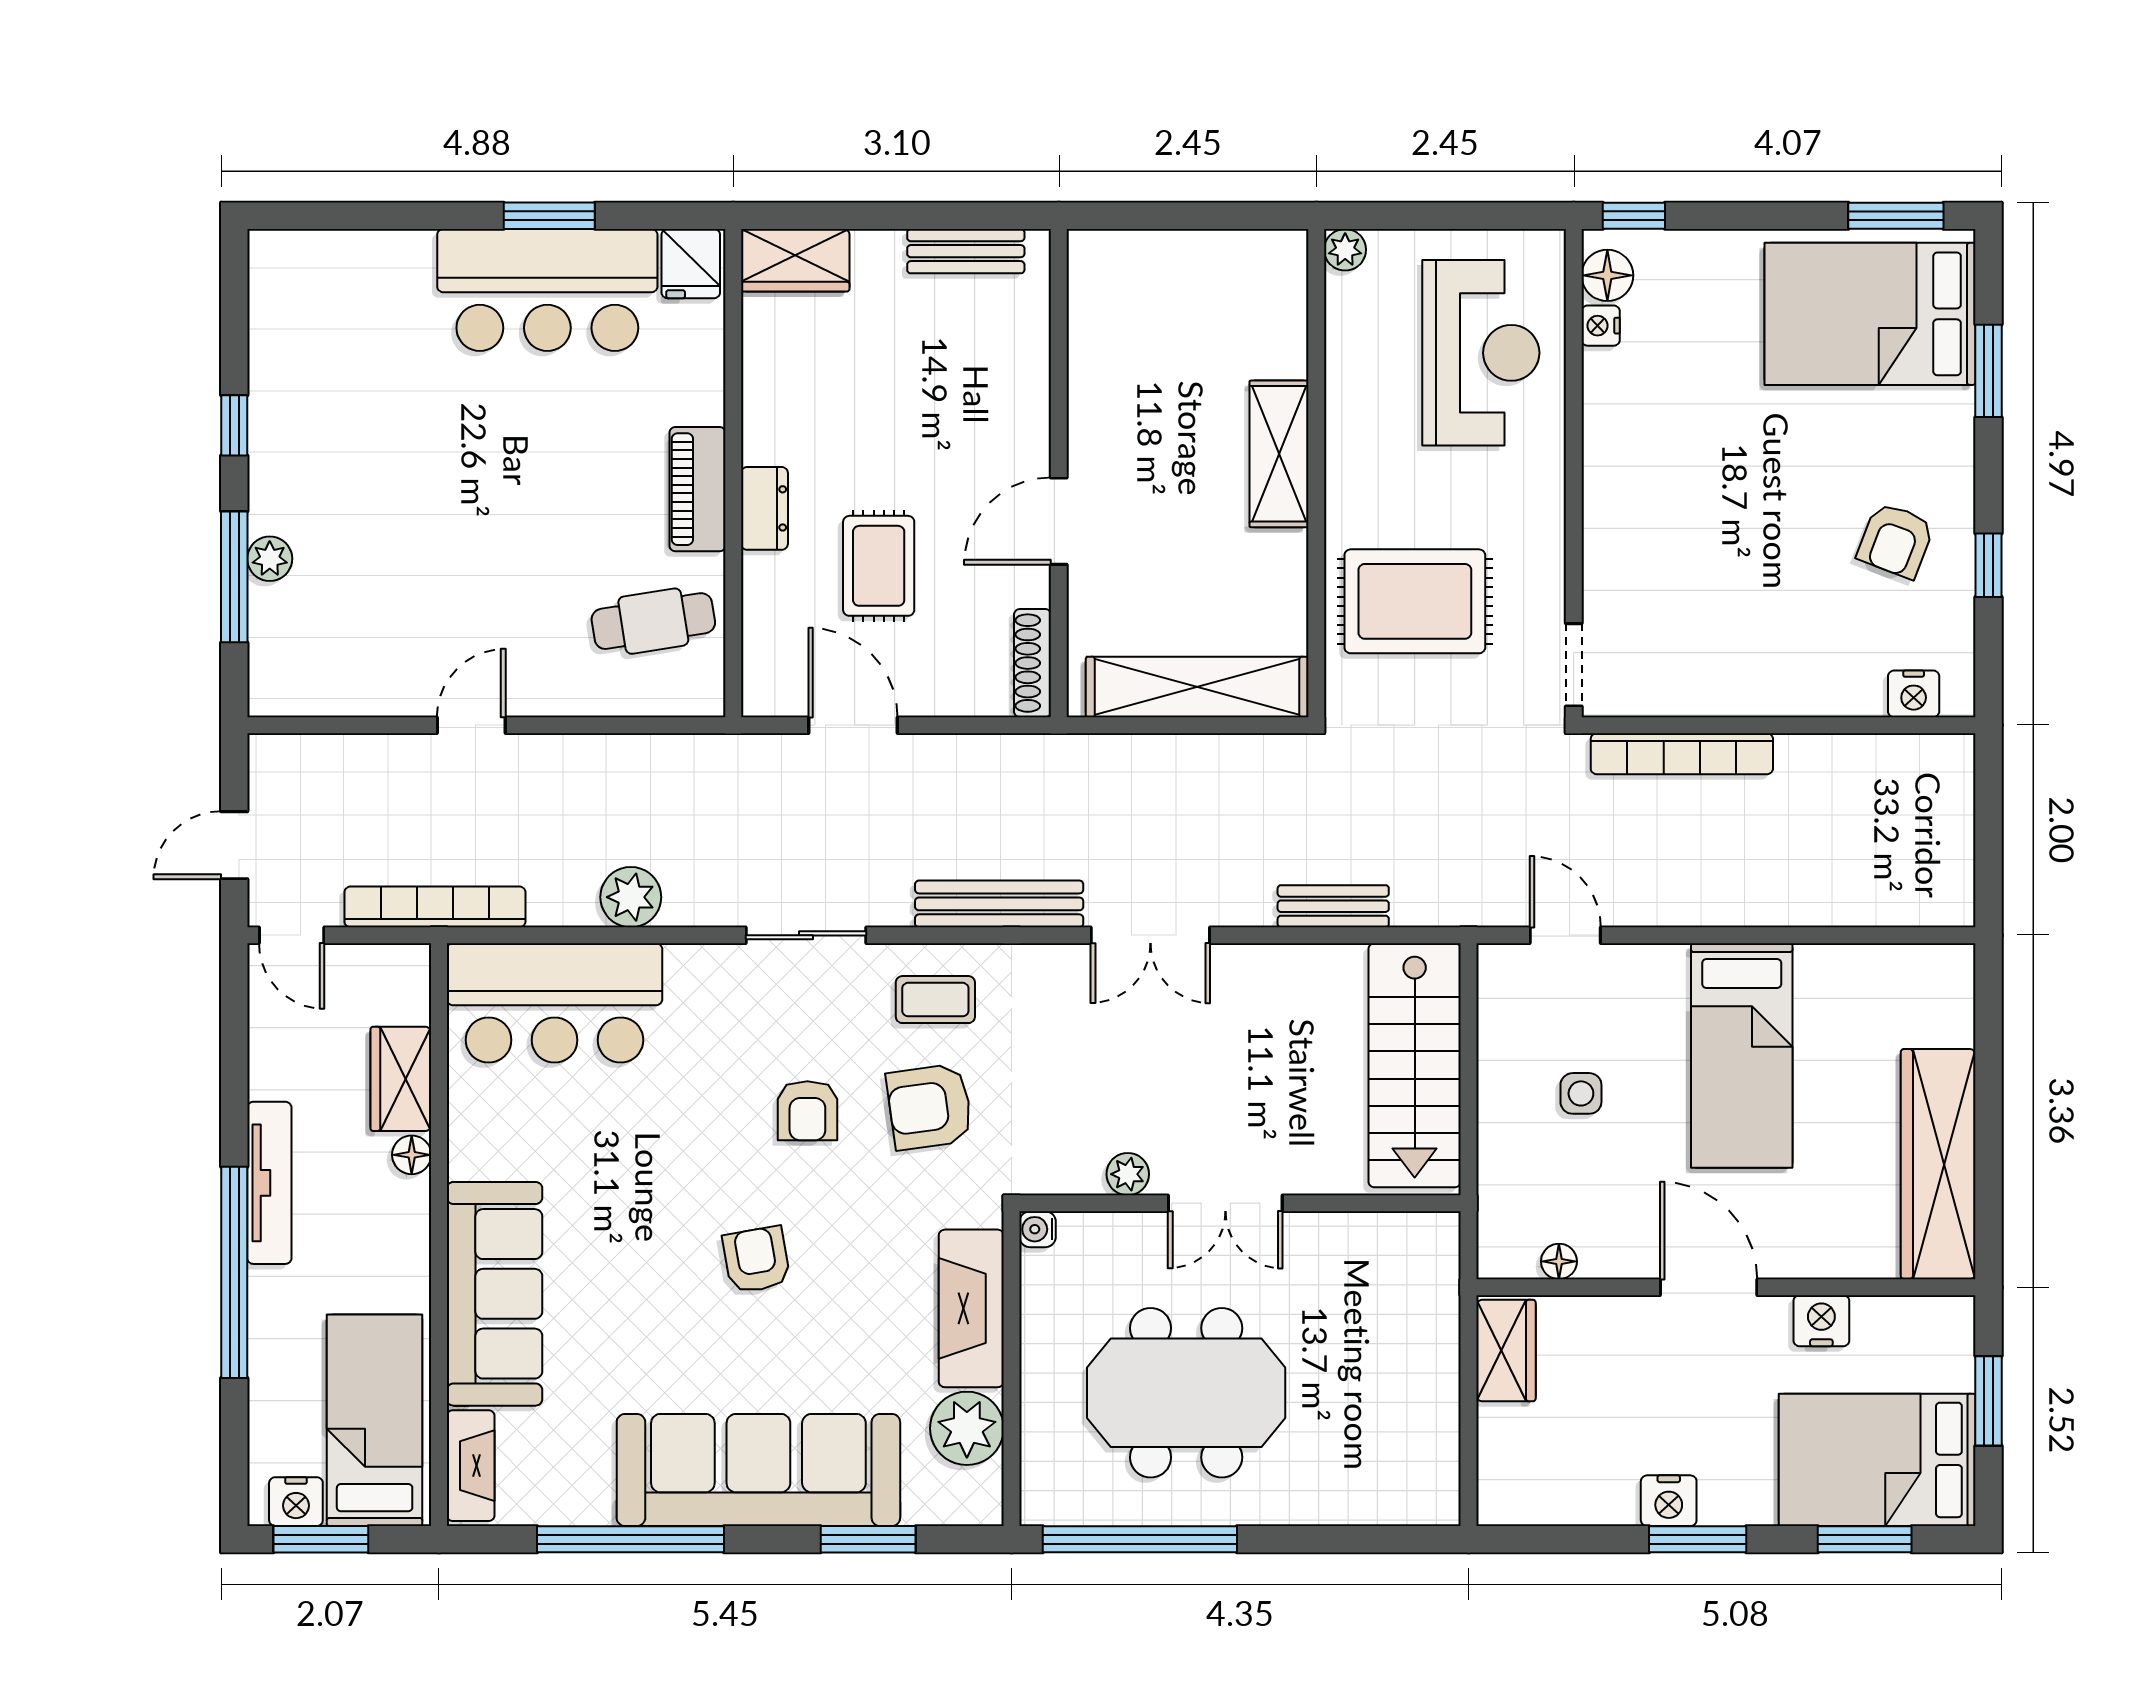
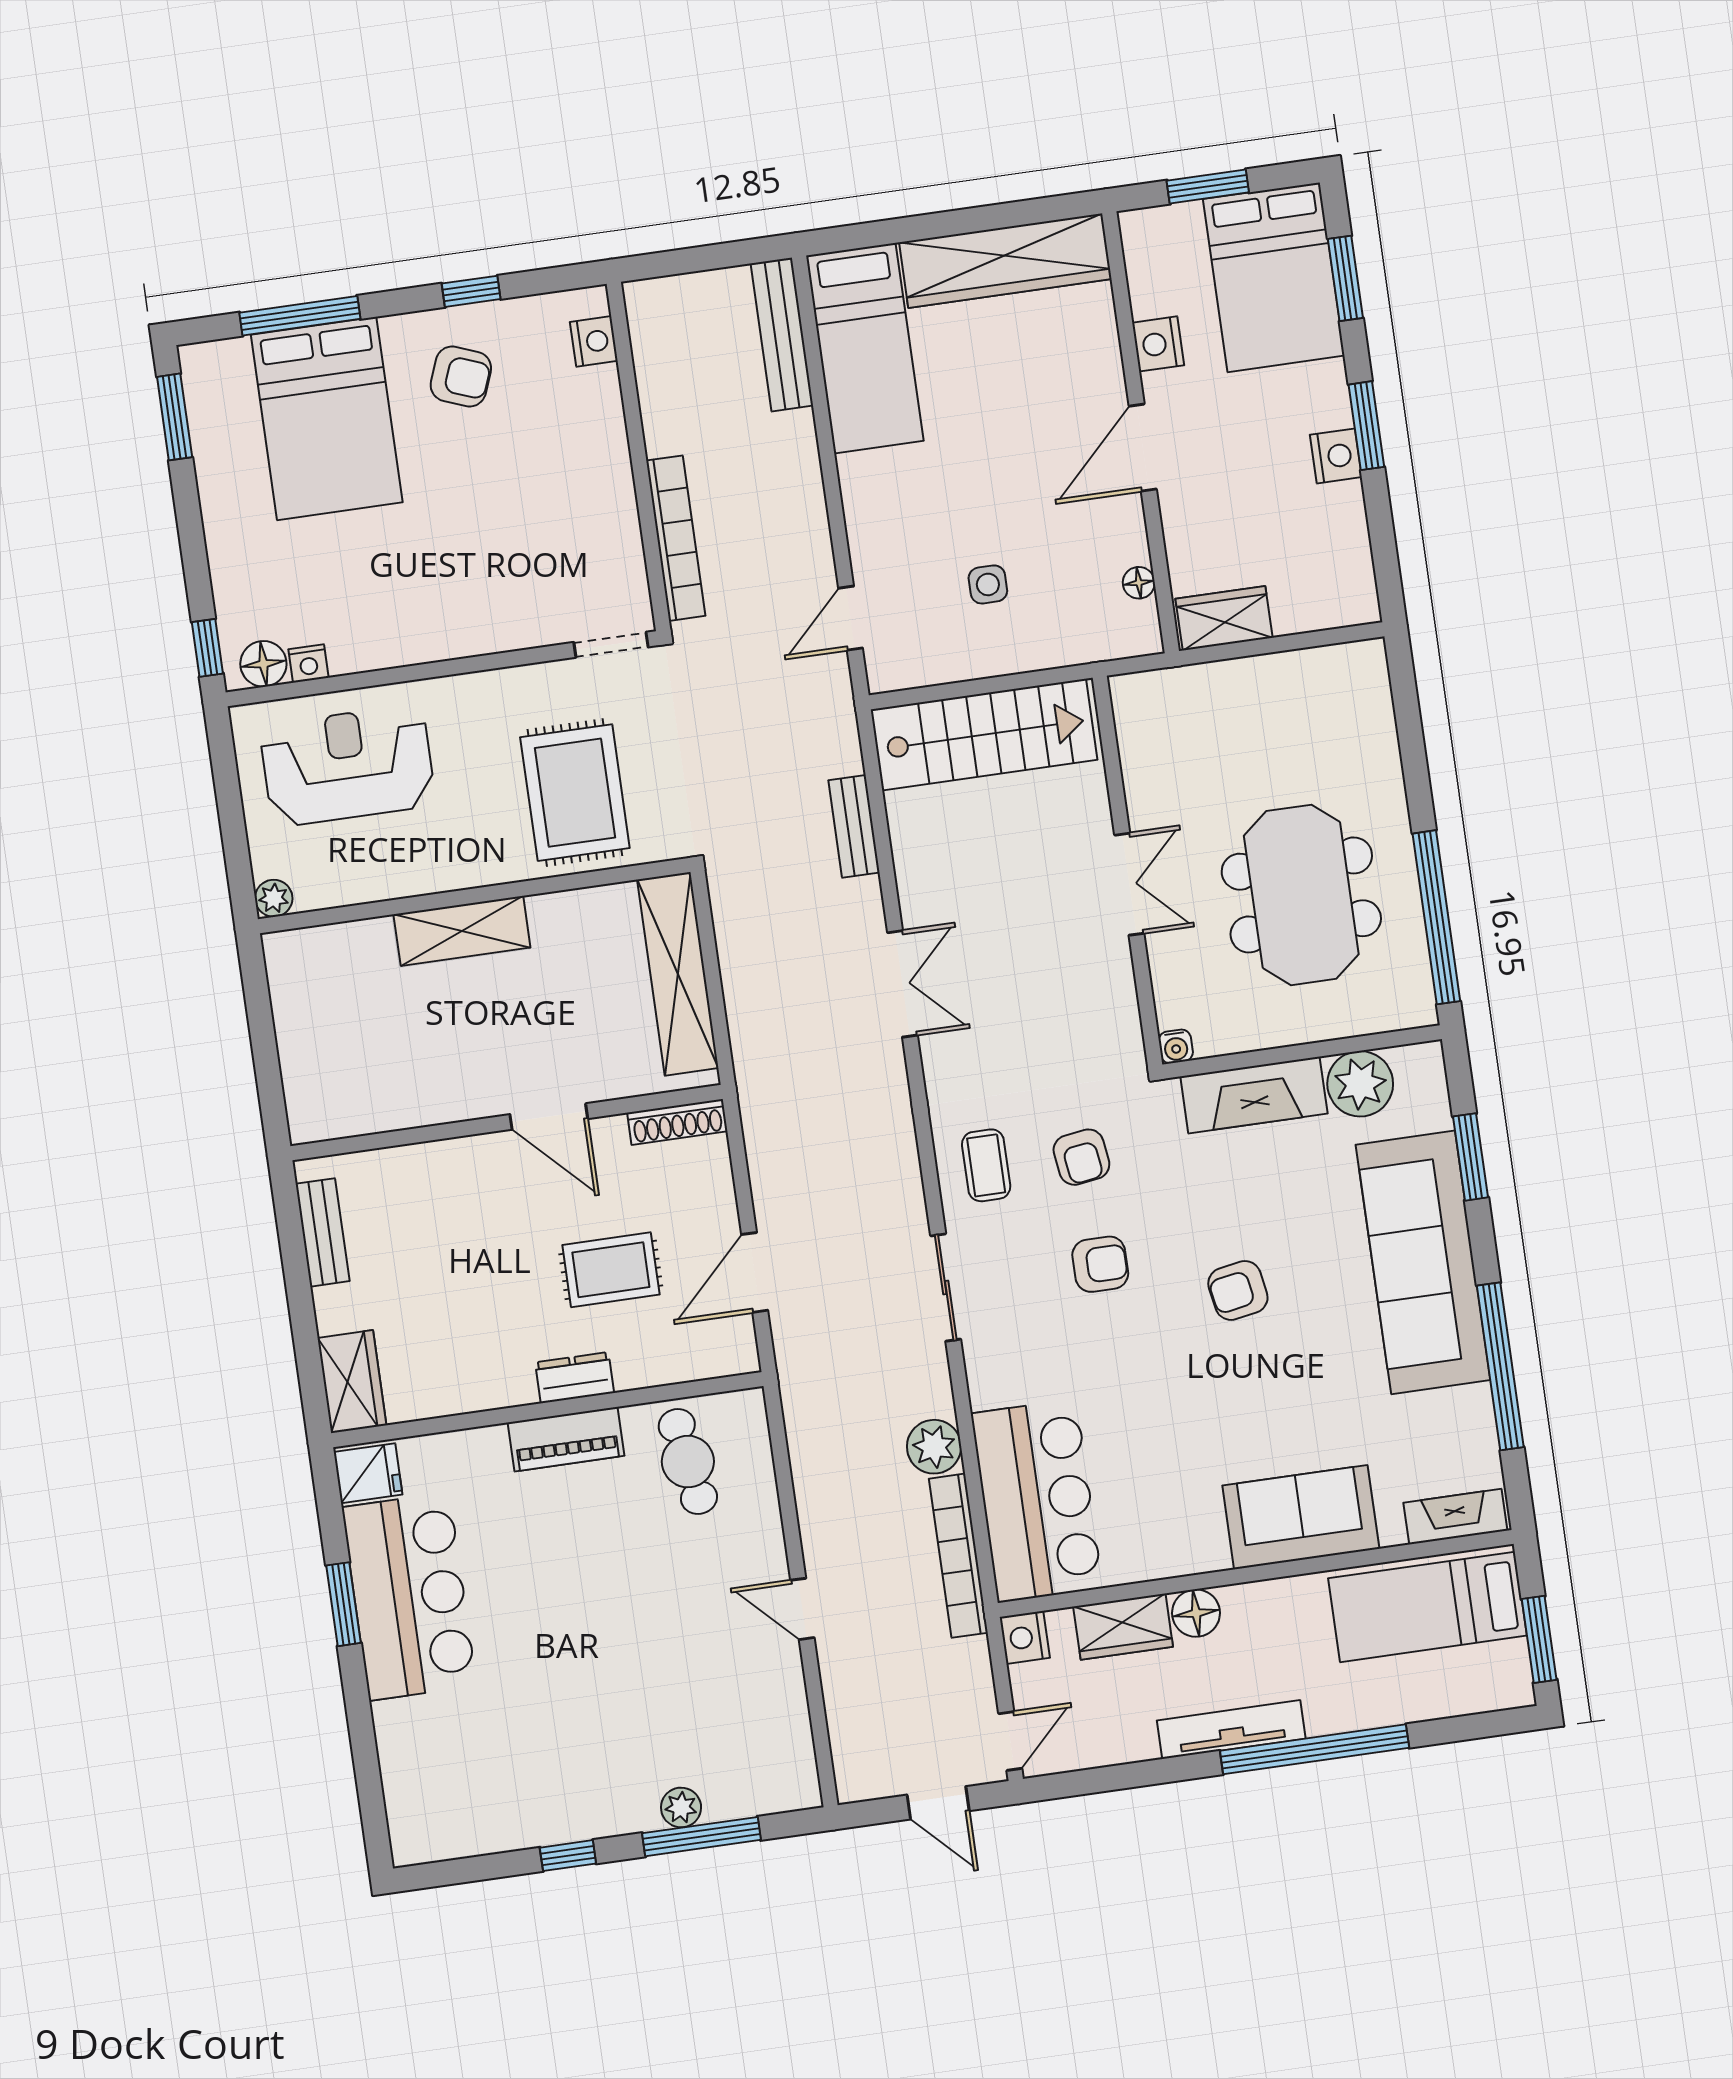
bed: (1870, 314) -> (327, 418), moved
window: (1989, 371) -> (300, 316), width x1.44
bench: (999, 904) -> (782, 334), moved
bookcase: (435, 907) -> (958, 1556), moved
bed: (1742, 1056) -> (865, 348), moved, turned 90
armchair: (929, 1107) -> (1081, 1157), width x0.72, depth x0.72
floor lamp: (412, 1155) -> (1196, 1613), width x1.37, depth x1.37
plant: (1128, 1174) -> (1116, 974), removed
sofa: (495, 1294) -> (1301, 1517), width x0.73
nightstand: (296, 1502) -> (1025, 1637), moved, turned 180

